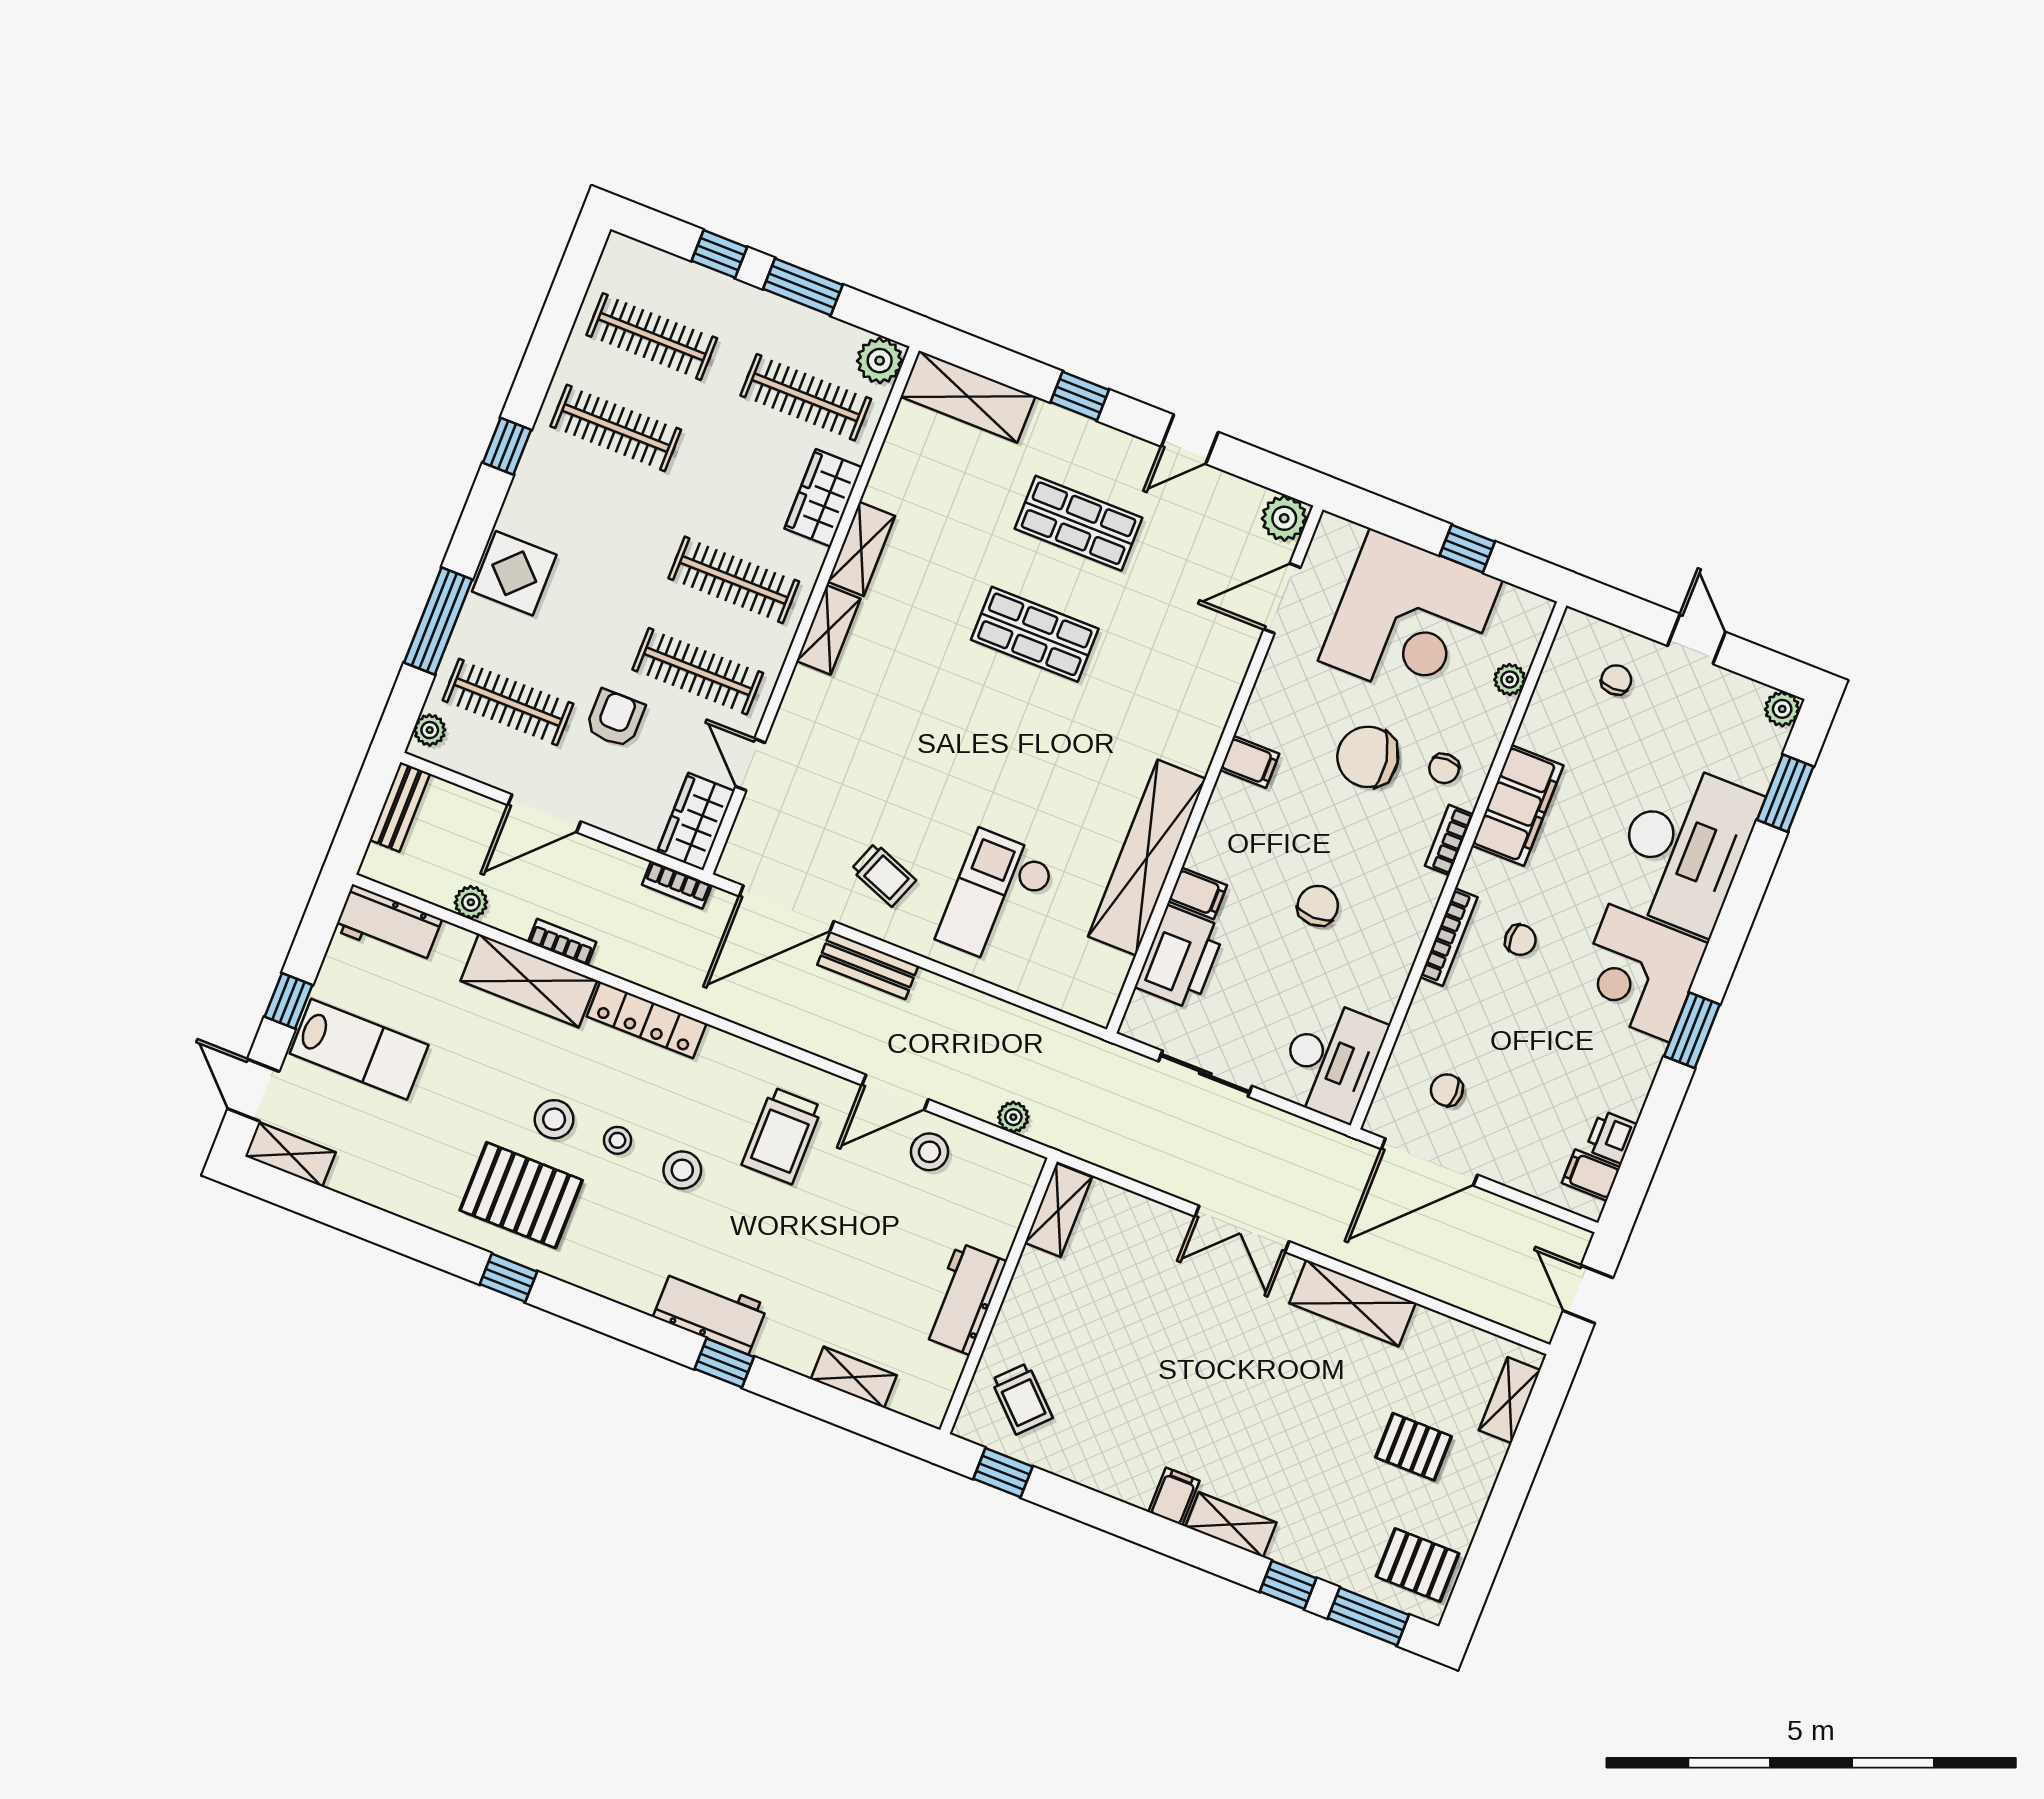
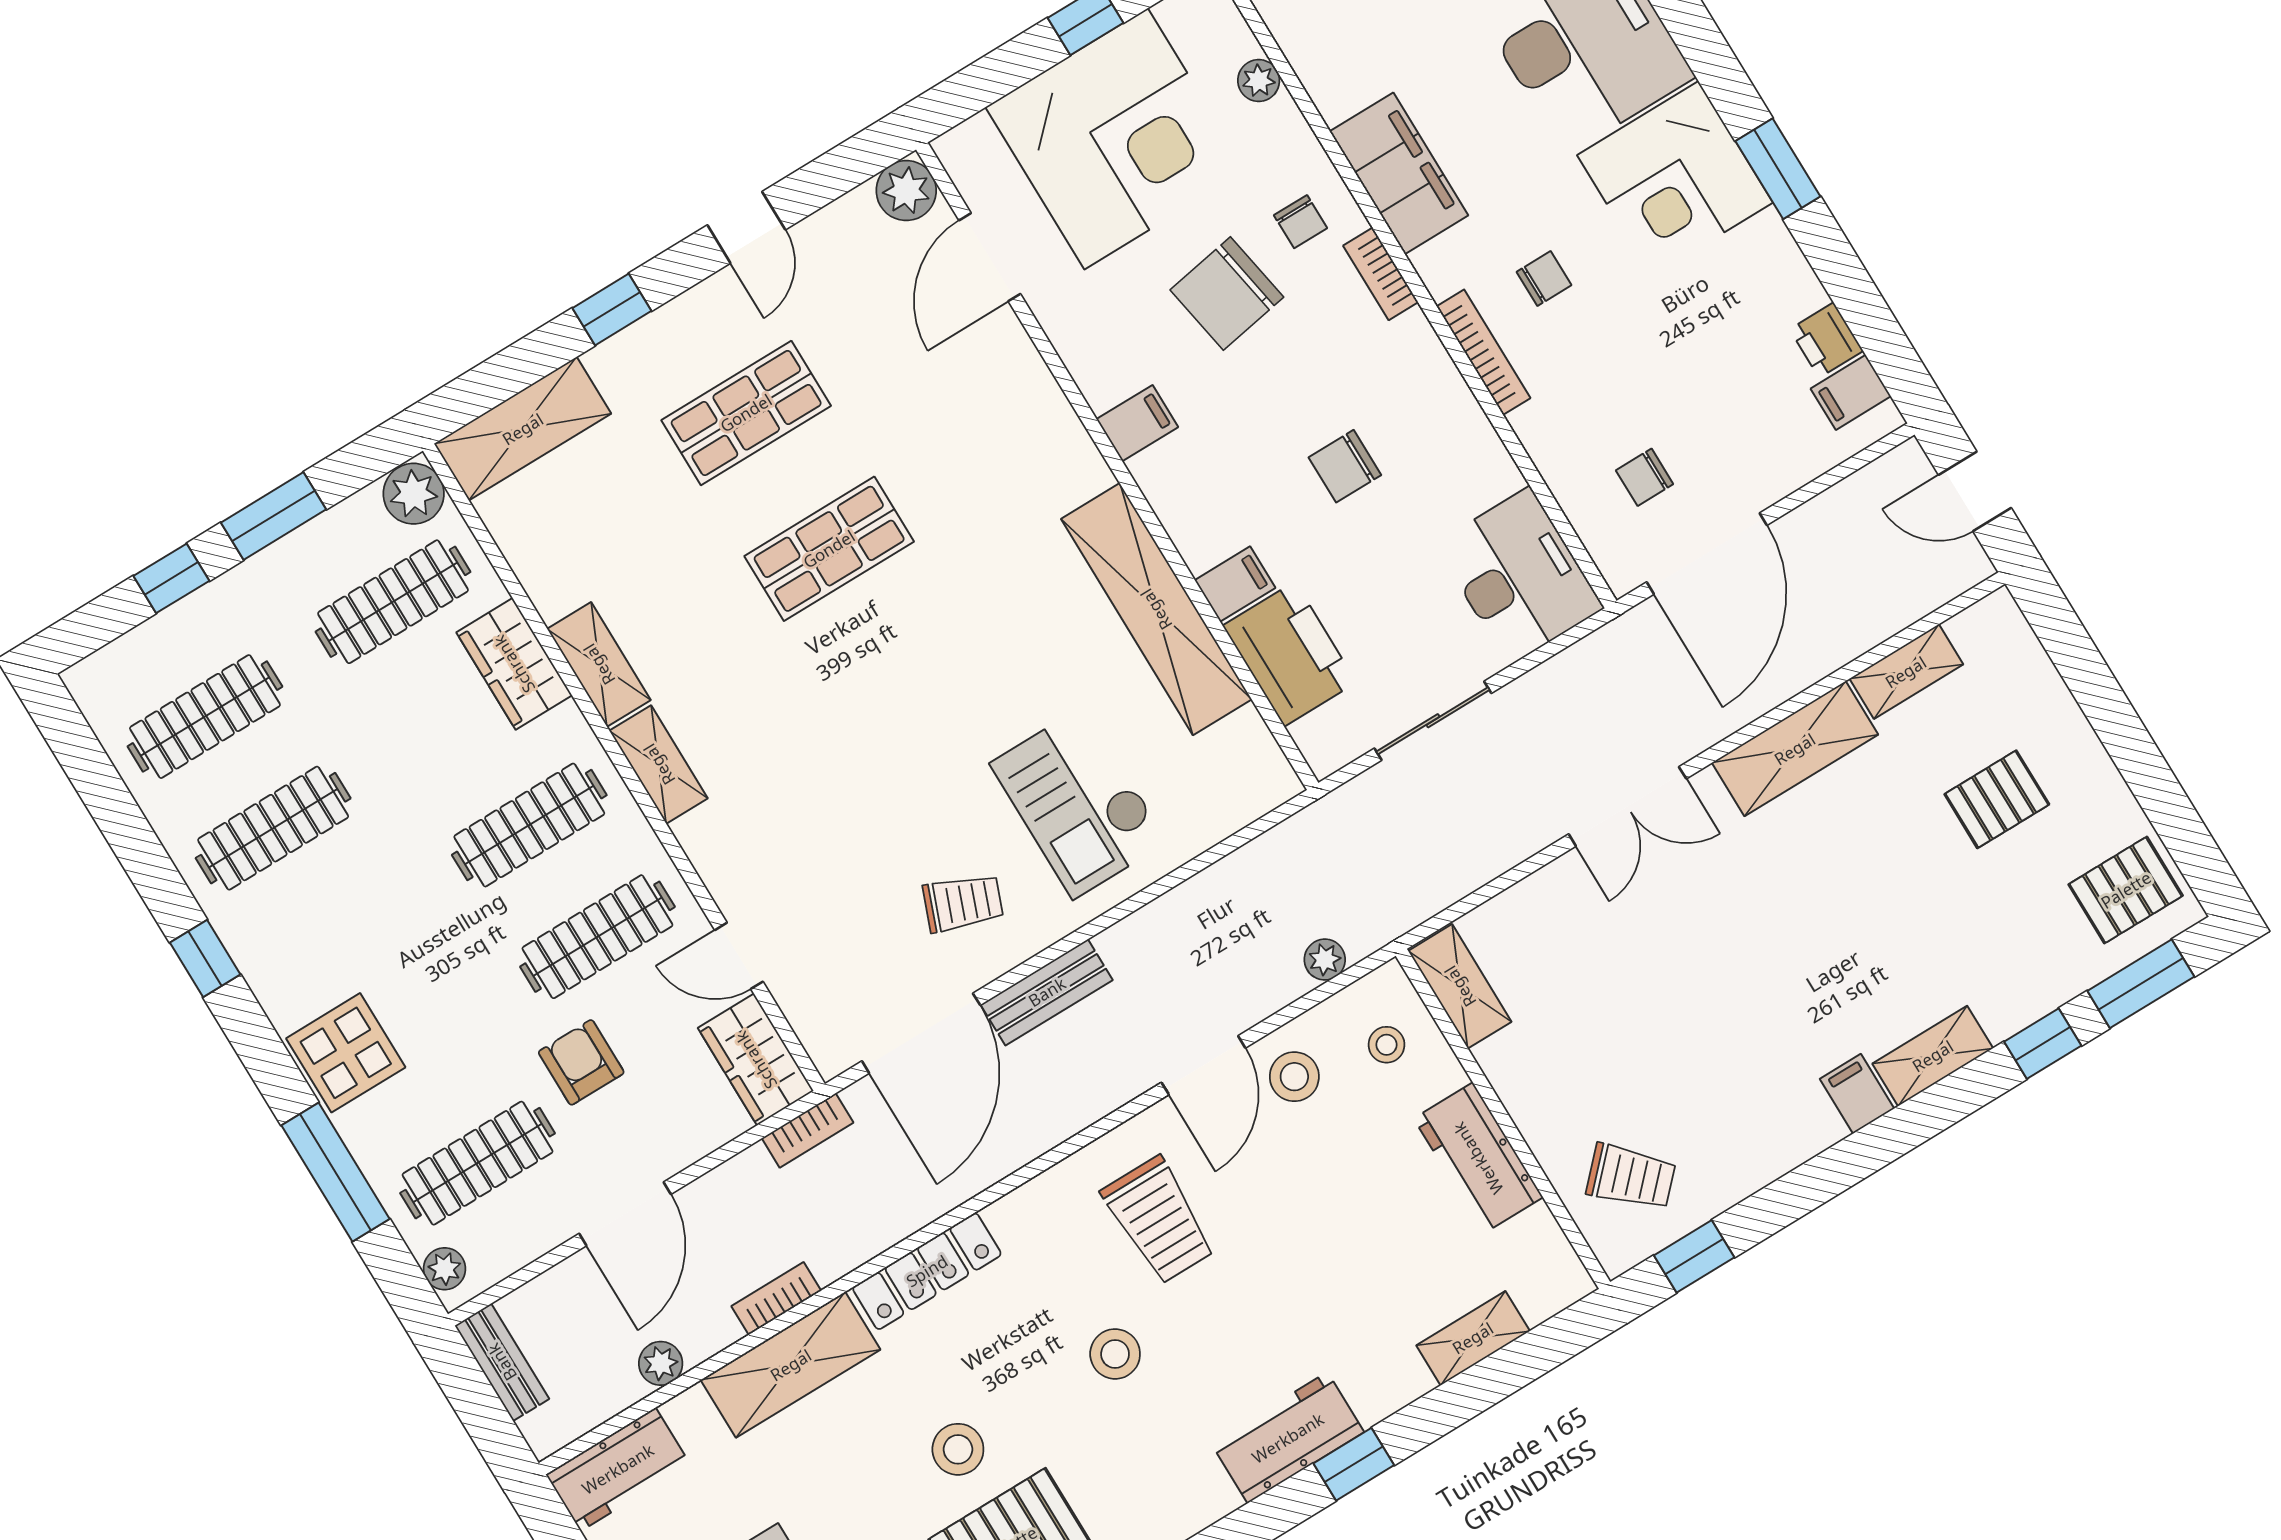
chair: (1318, 906) -> (1345, 466), turned -90
stool: (618, 1140) -> (1387, 1045), moved
shelving: (1510, 1400) -> (1906, 672), moved, turned 90

